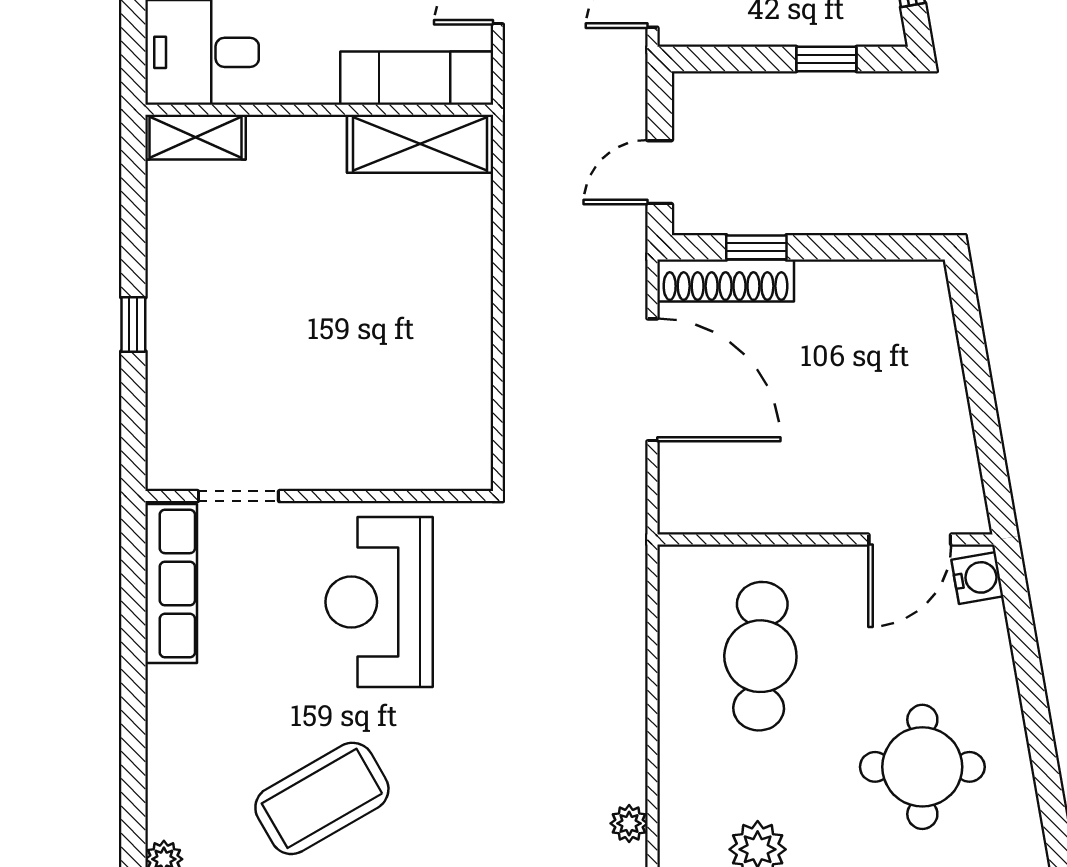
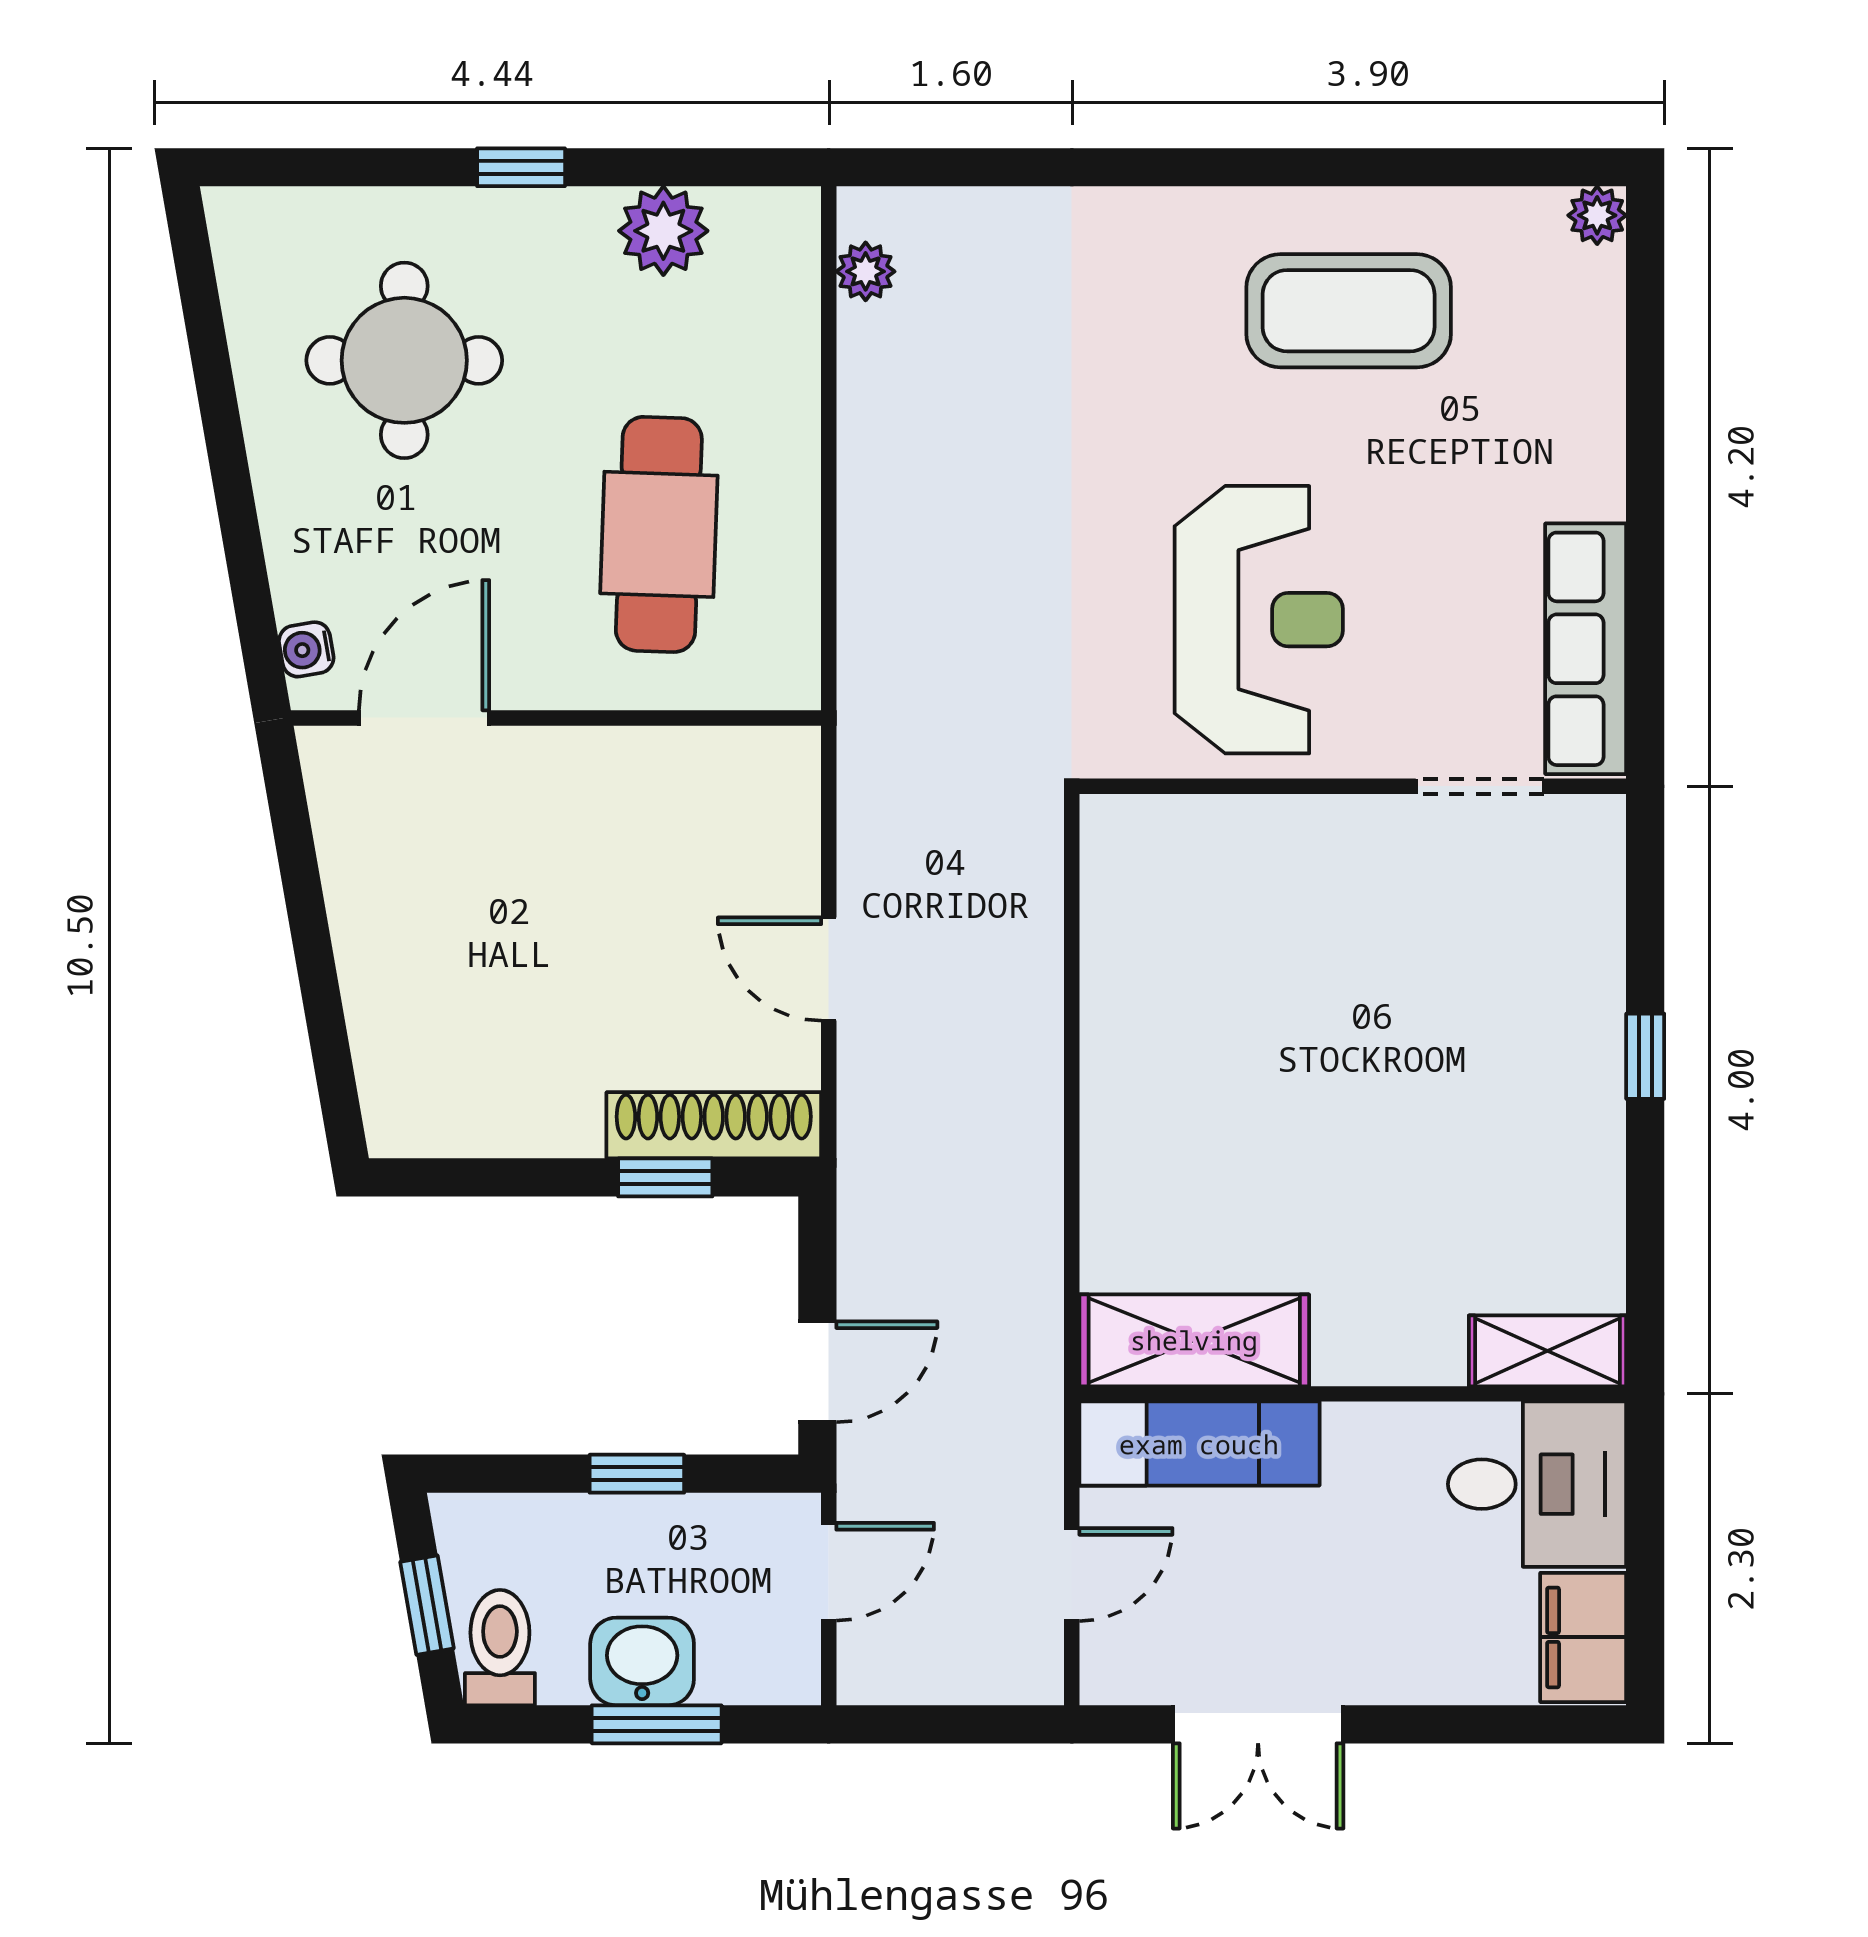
window: (826, 59) -> (637, 1474), moved
door: (660, 172) -> (817, 1372), moved
door: (652, 380) -> (829, 969), width x0.53
water cooler: (977, 578) -> (306, 649), width x0.72, depth x0.72
coffee table: (322, 798) -> (1349, 311), turned 30

